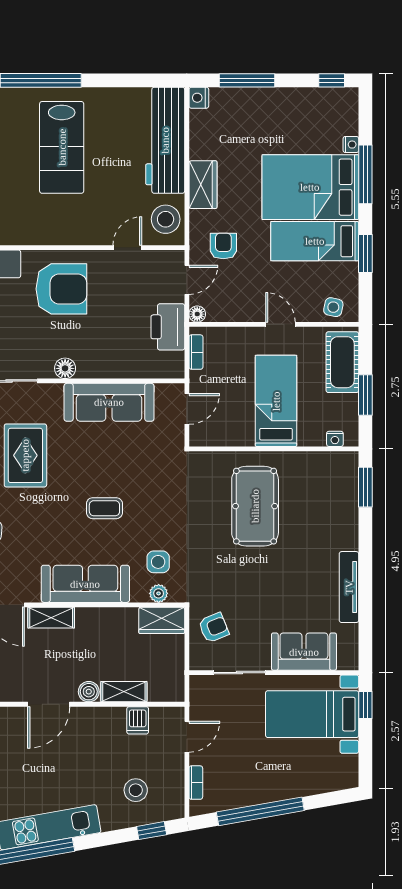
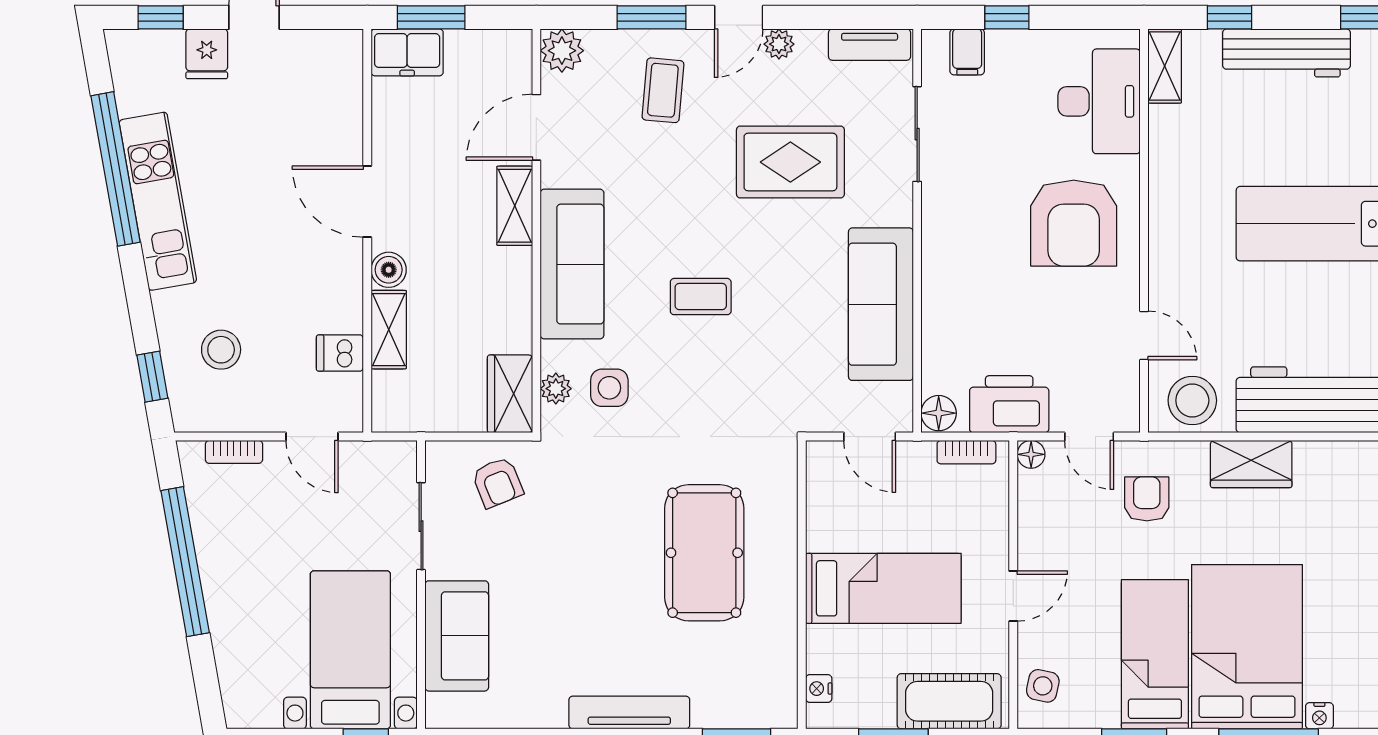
armchair: (223, 246) -> (1147, 499), turned -90
floor lamp: (65, 368) -> (939, 413), moved
pool table: (255, 506) -> (704, 553), turned 90
coffee table: (104, 508) -> (701, 297), turned 90
tv unit: (349, 587) -> (629, 712), moved

